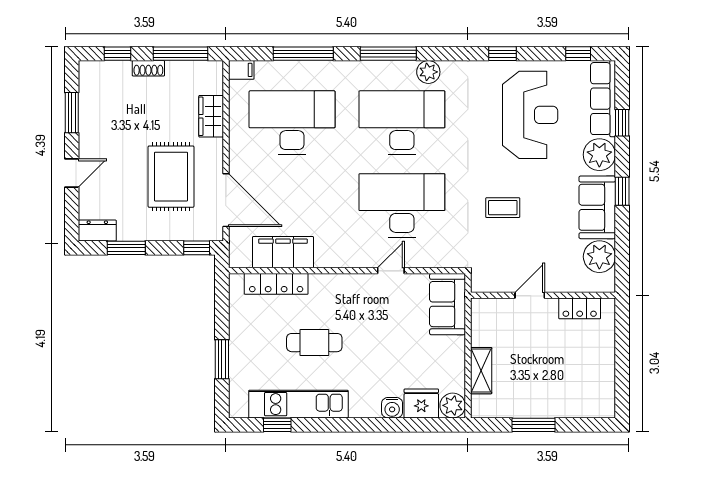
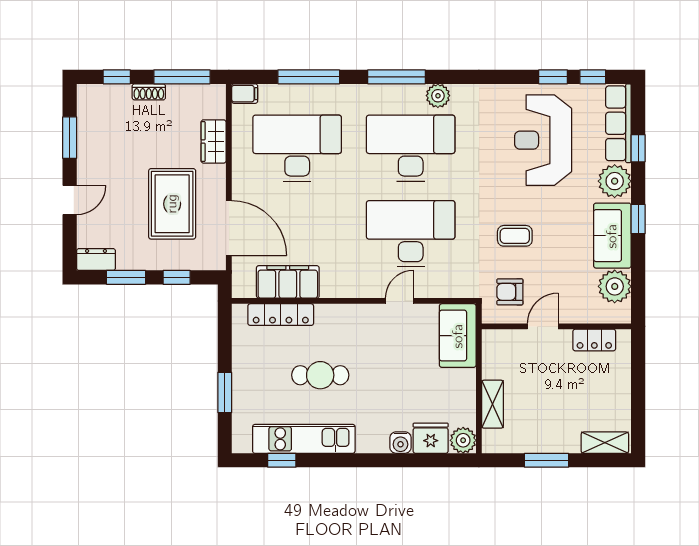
window: (503, 54) -> (553, 77), moved
reception desk: (530, 115) -> (543, 140), turned 180
window: (197, 248) -> (177, 277), moved
armchair: (498, 262) -> (510, 292), added
shelving: (590, 408) -> (605, 443), added

